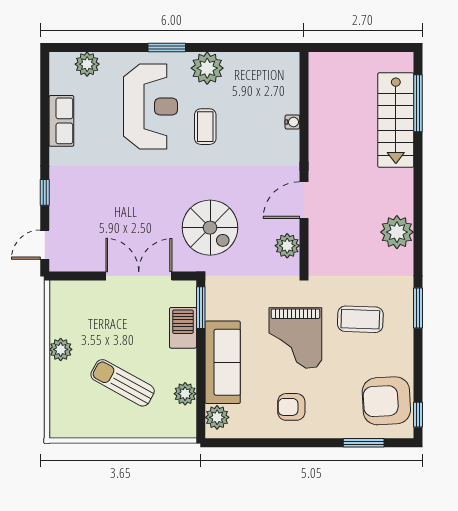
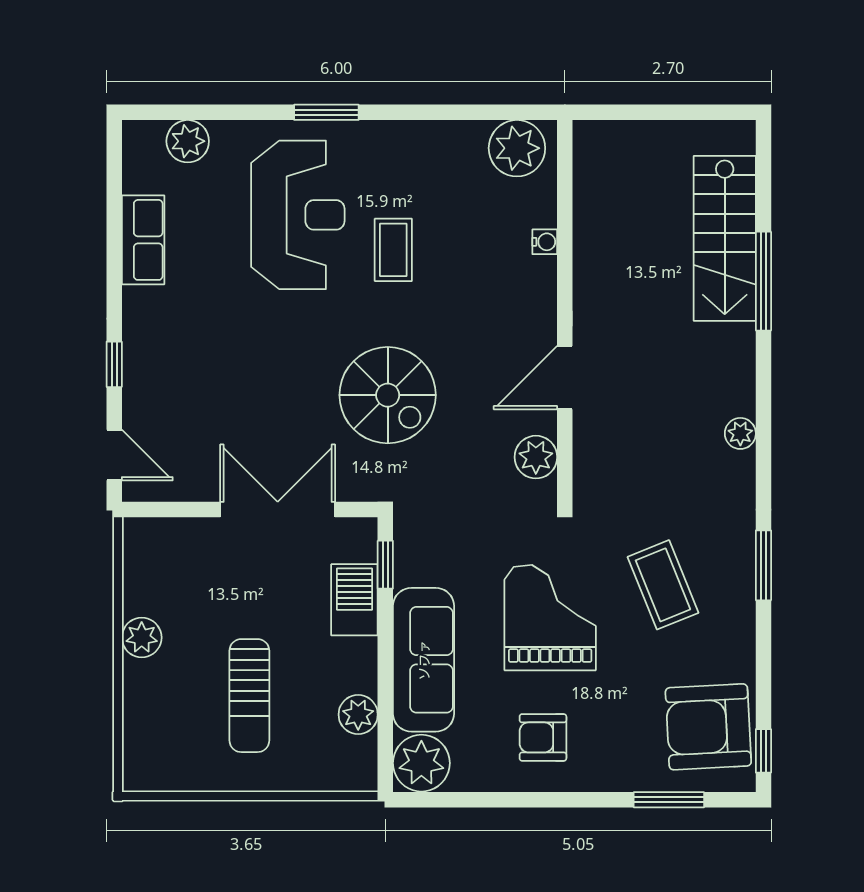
plant: (207, 68) -> (517, 148), moved
window: (418, 103) -> (763, 281), moved
spiral stairs: (210, 228) -> (388, 395), moved
plant: (397, 232) -> (740, 433), width x0.53, depth x0.53
door: (45, 245) -> (114, 455), swing flipped
window: (201, 308) -> (385, 565), width x0.67
coffee table: (360, 319) -> (663, 585), turned 66
grand piano: (295, 338) -> (550, 618), turned 180
sun lounger: (123, 383) -> (249, 696), turned -119
plant: (217, 417) -> (421, 763), width x1.36, depth x1.36

